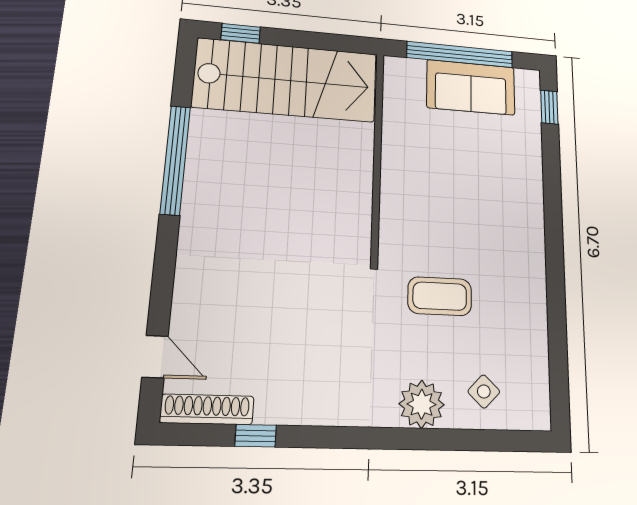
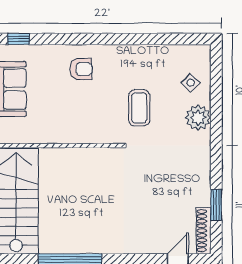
armchair: (504, 201) -> (81, 69), added
window: (256, 436) -> (216, 205), width x1.50

